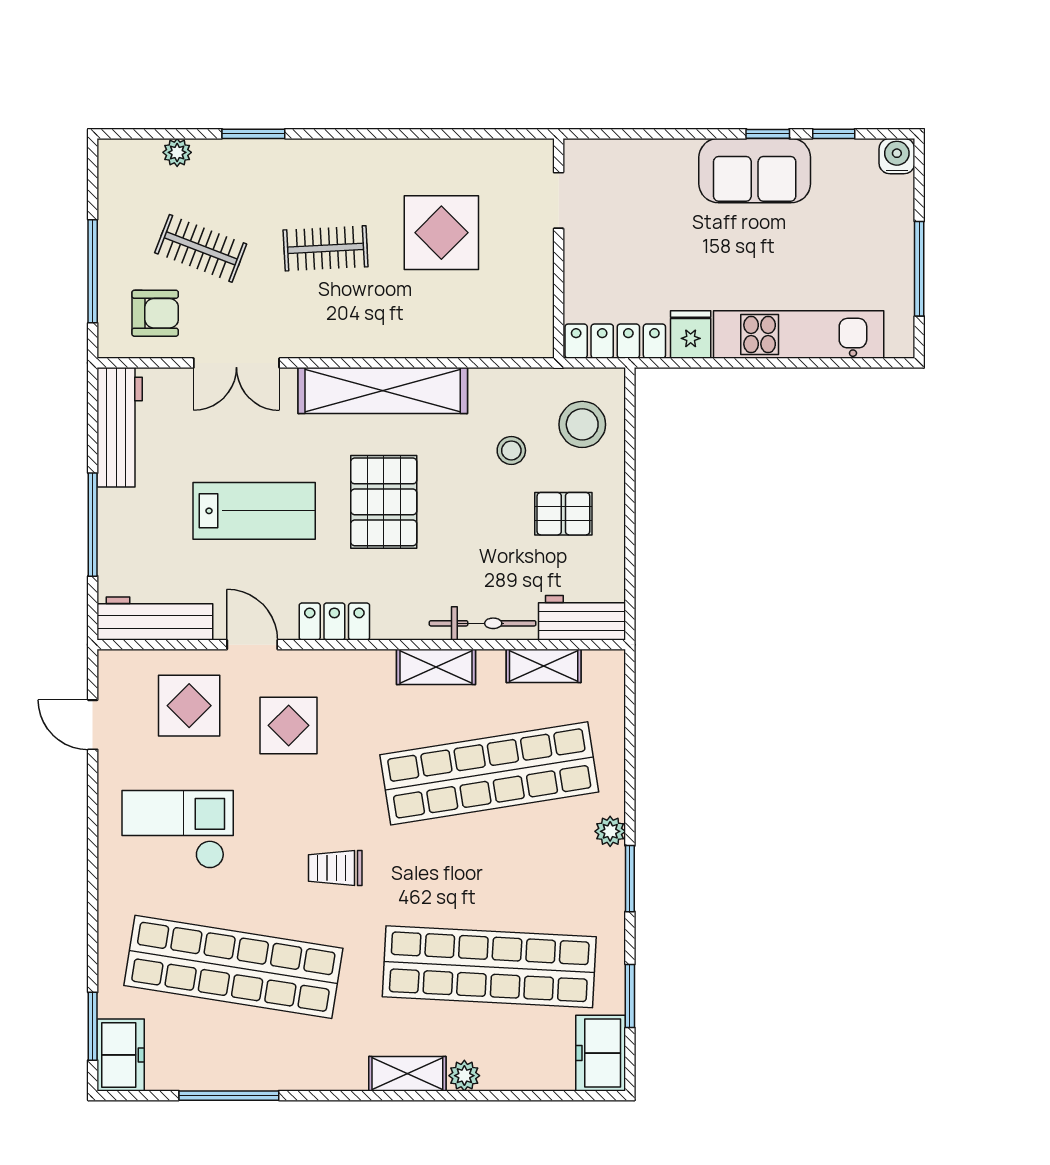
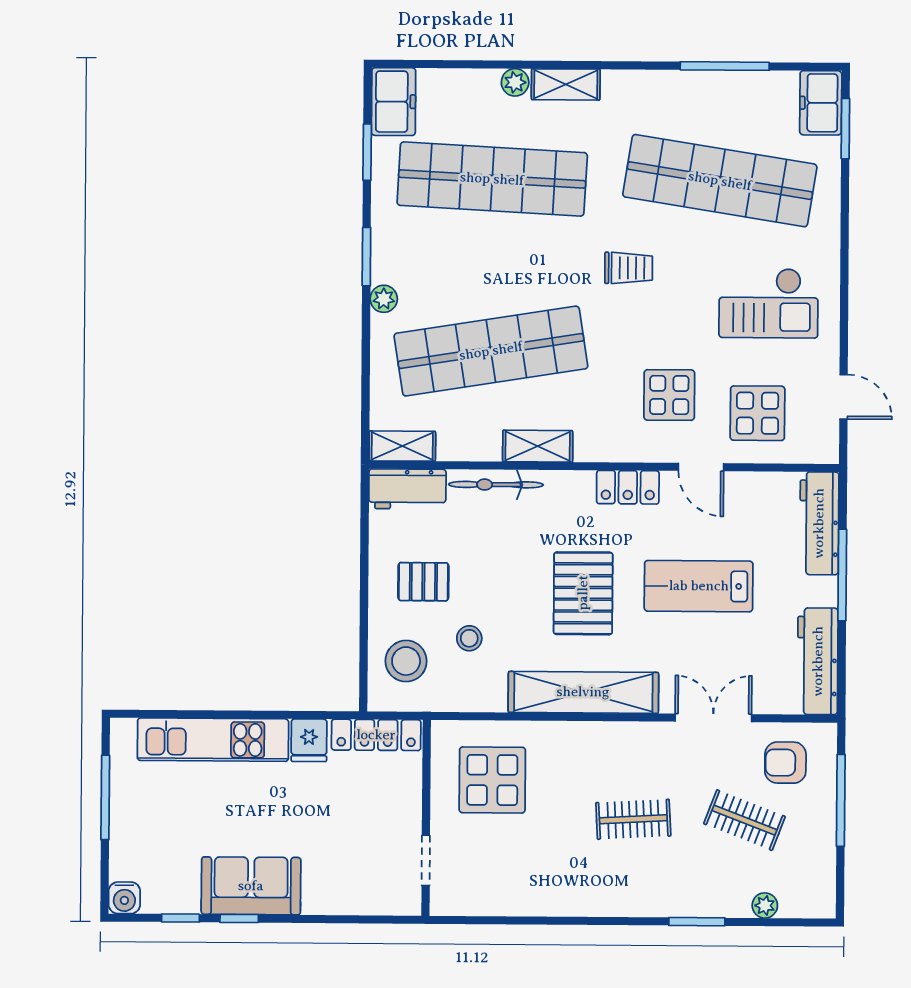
display table: (441, 233) -> (492, 780), moved
workbench: (155, 619) -> (819, 523), moved, turned 90
shelving: (544, 666) -> (402, 446), moved

